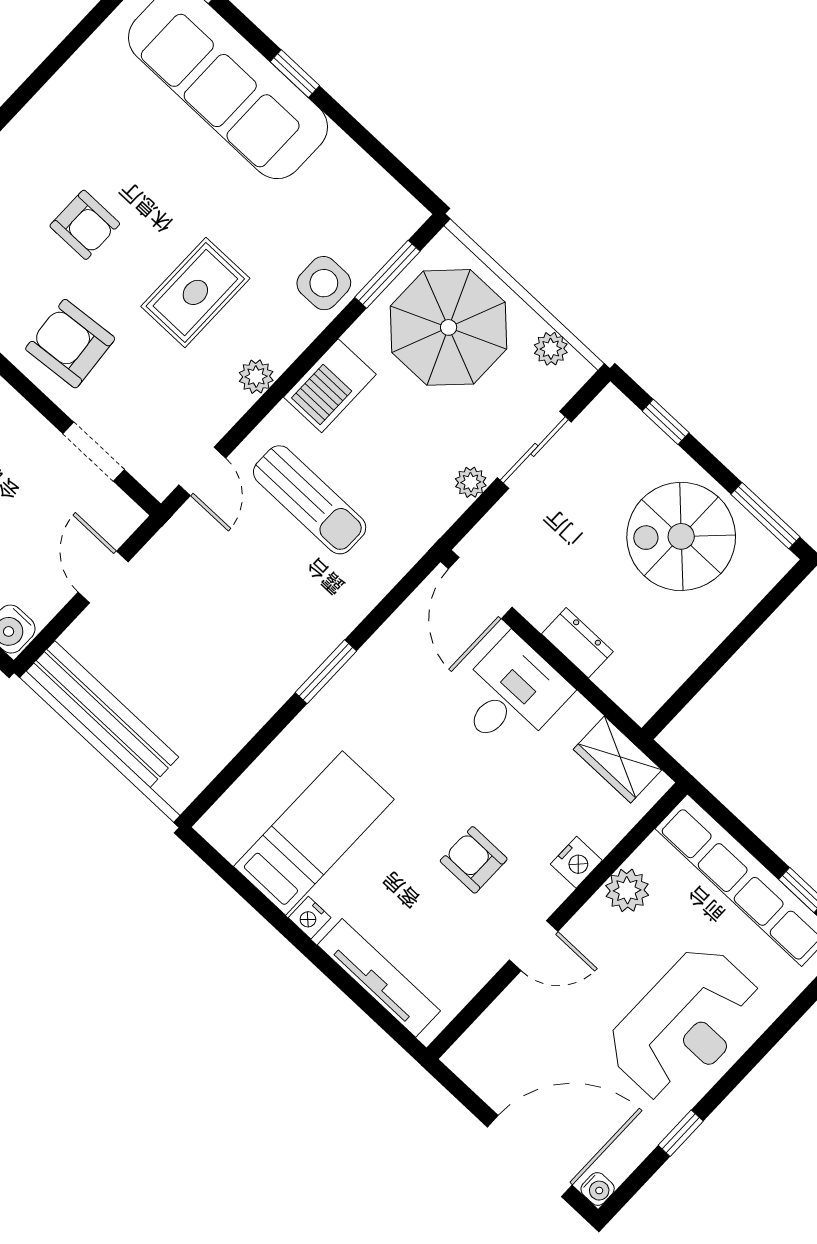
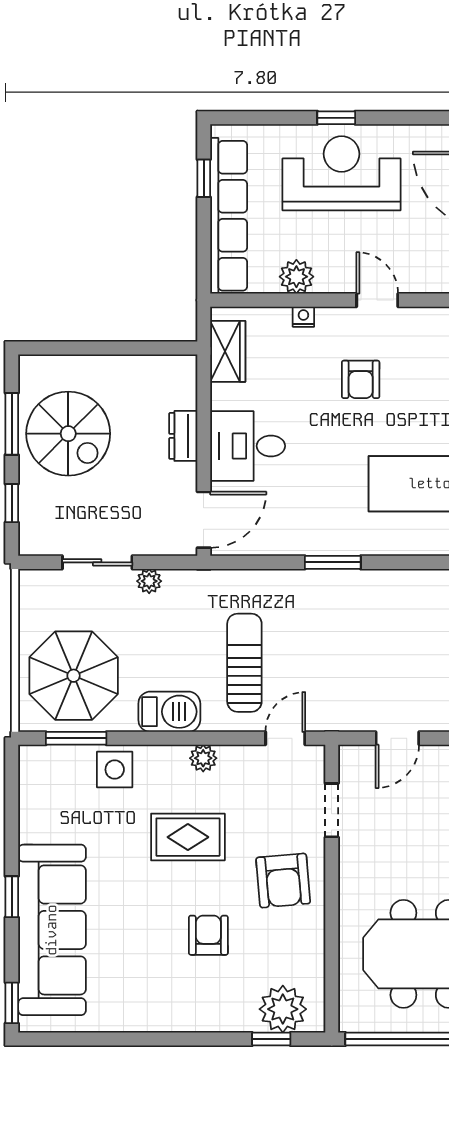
plant: (551, 349) -> (31, 607), removed
window: (765, 516) -> (12, 424), moved
nightstand: (576, 862) -> (303, 317), width x0.72, depth x0.74
window: (681, 1133) -> (336, 118), moved

